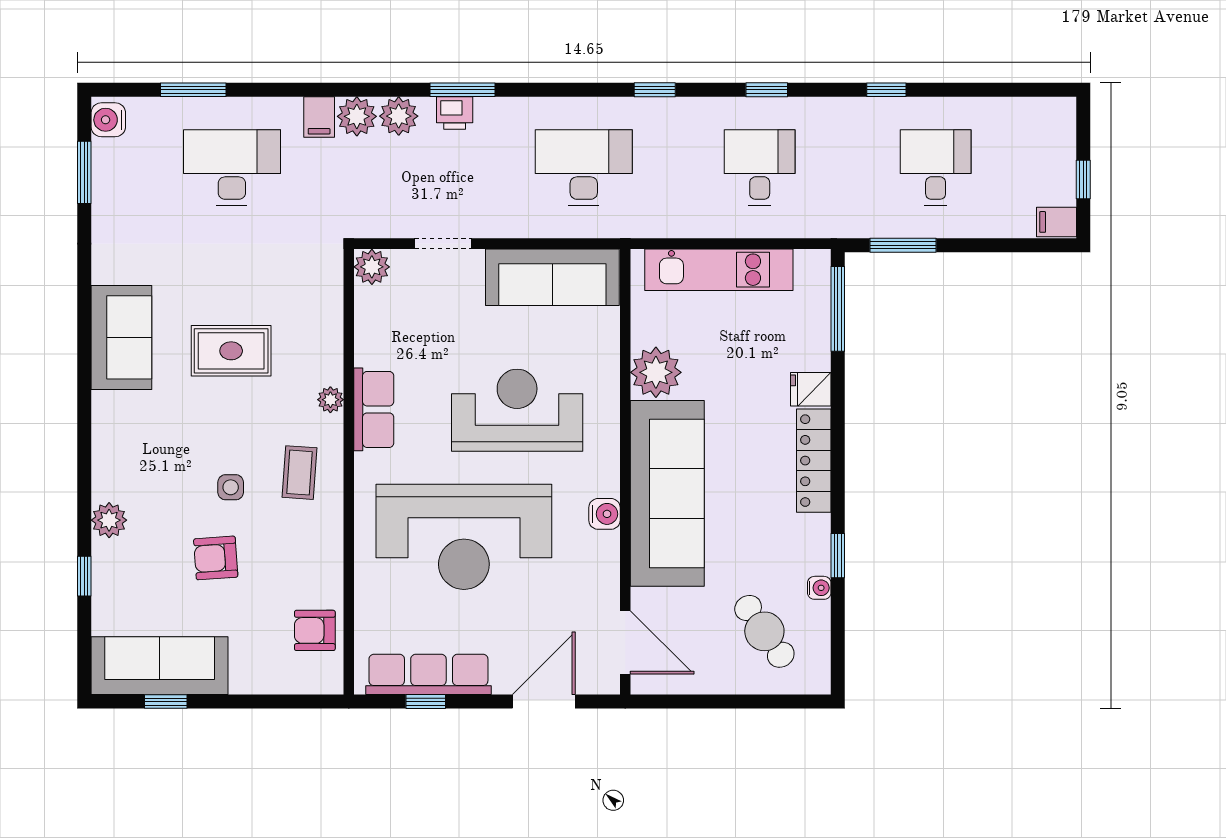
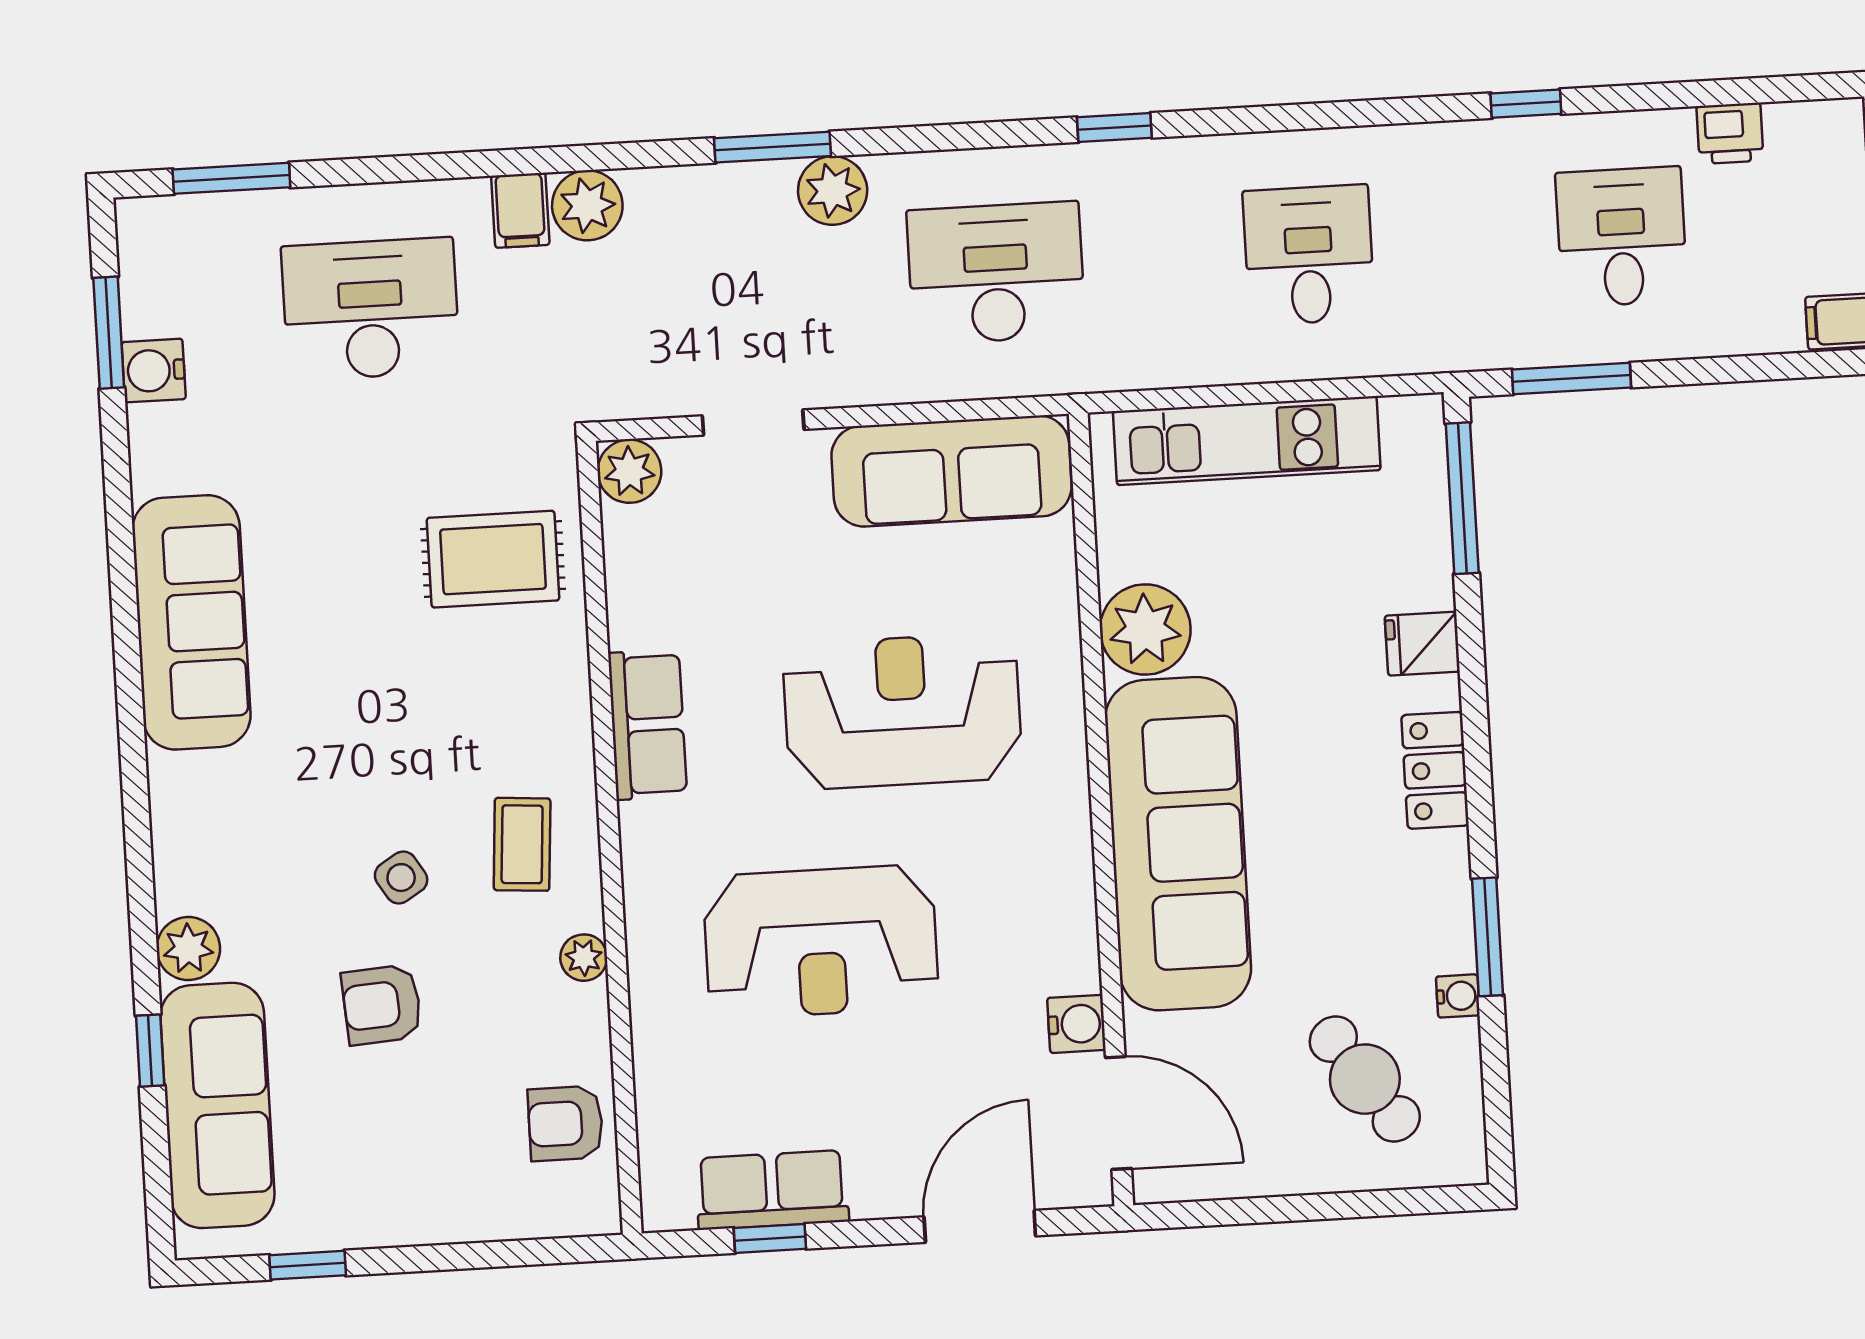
window: (193, 90) -> (231, 178), moved
window: (767, 90) -> (1313, 116), removed
printer: (455, 113) -> (1730, 133), moved
plant: (399, 116) -> (833, 191), moved
water cooler: (108, 120) -> (154, 371), moved
sofa: (121, 337) -> (191, 622), width x1.36
rug: (231, 351) -> (493, 559), moved
plant: (330, 400) -> (584, 958), moved
locker: (814, 461) -> (1435, 770), width x0.66
side table: (231, 487) -> (401, 878), turned -32
water cooler: (604, 514) -> (1076, 1024), moved
reception desk: (464, 537) -> (821, 942), width x0.74, depth x0.77
window: (838, 556) -> (1487, 937), width x1.50
sofa: (160, 666) -> (217, 1105), moved, turned 90
row of seats: (428, 674) -> (772, 1190), width x0.68

